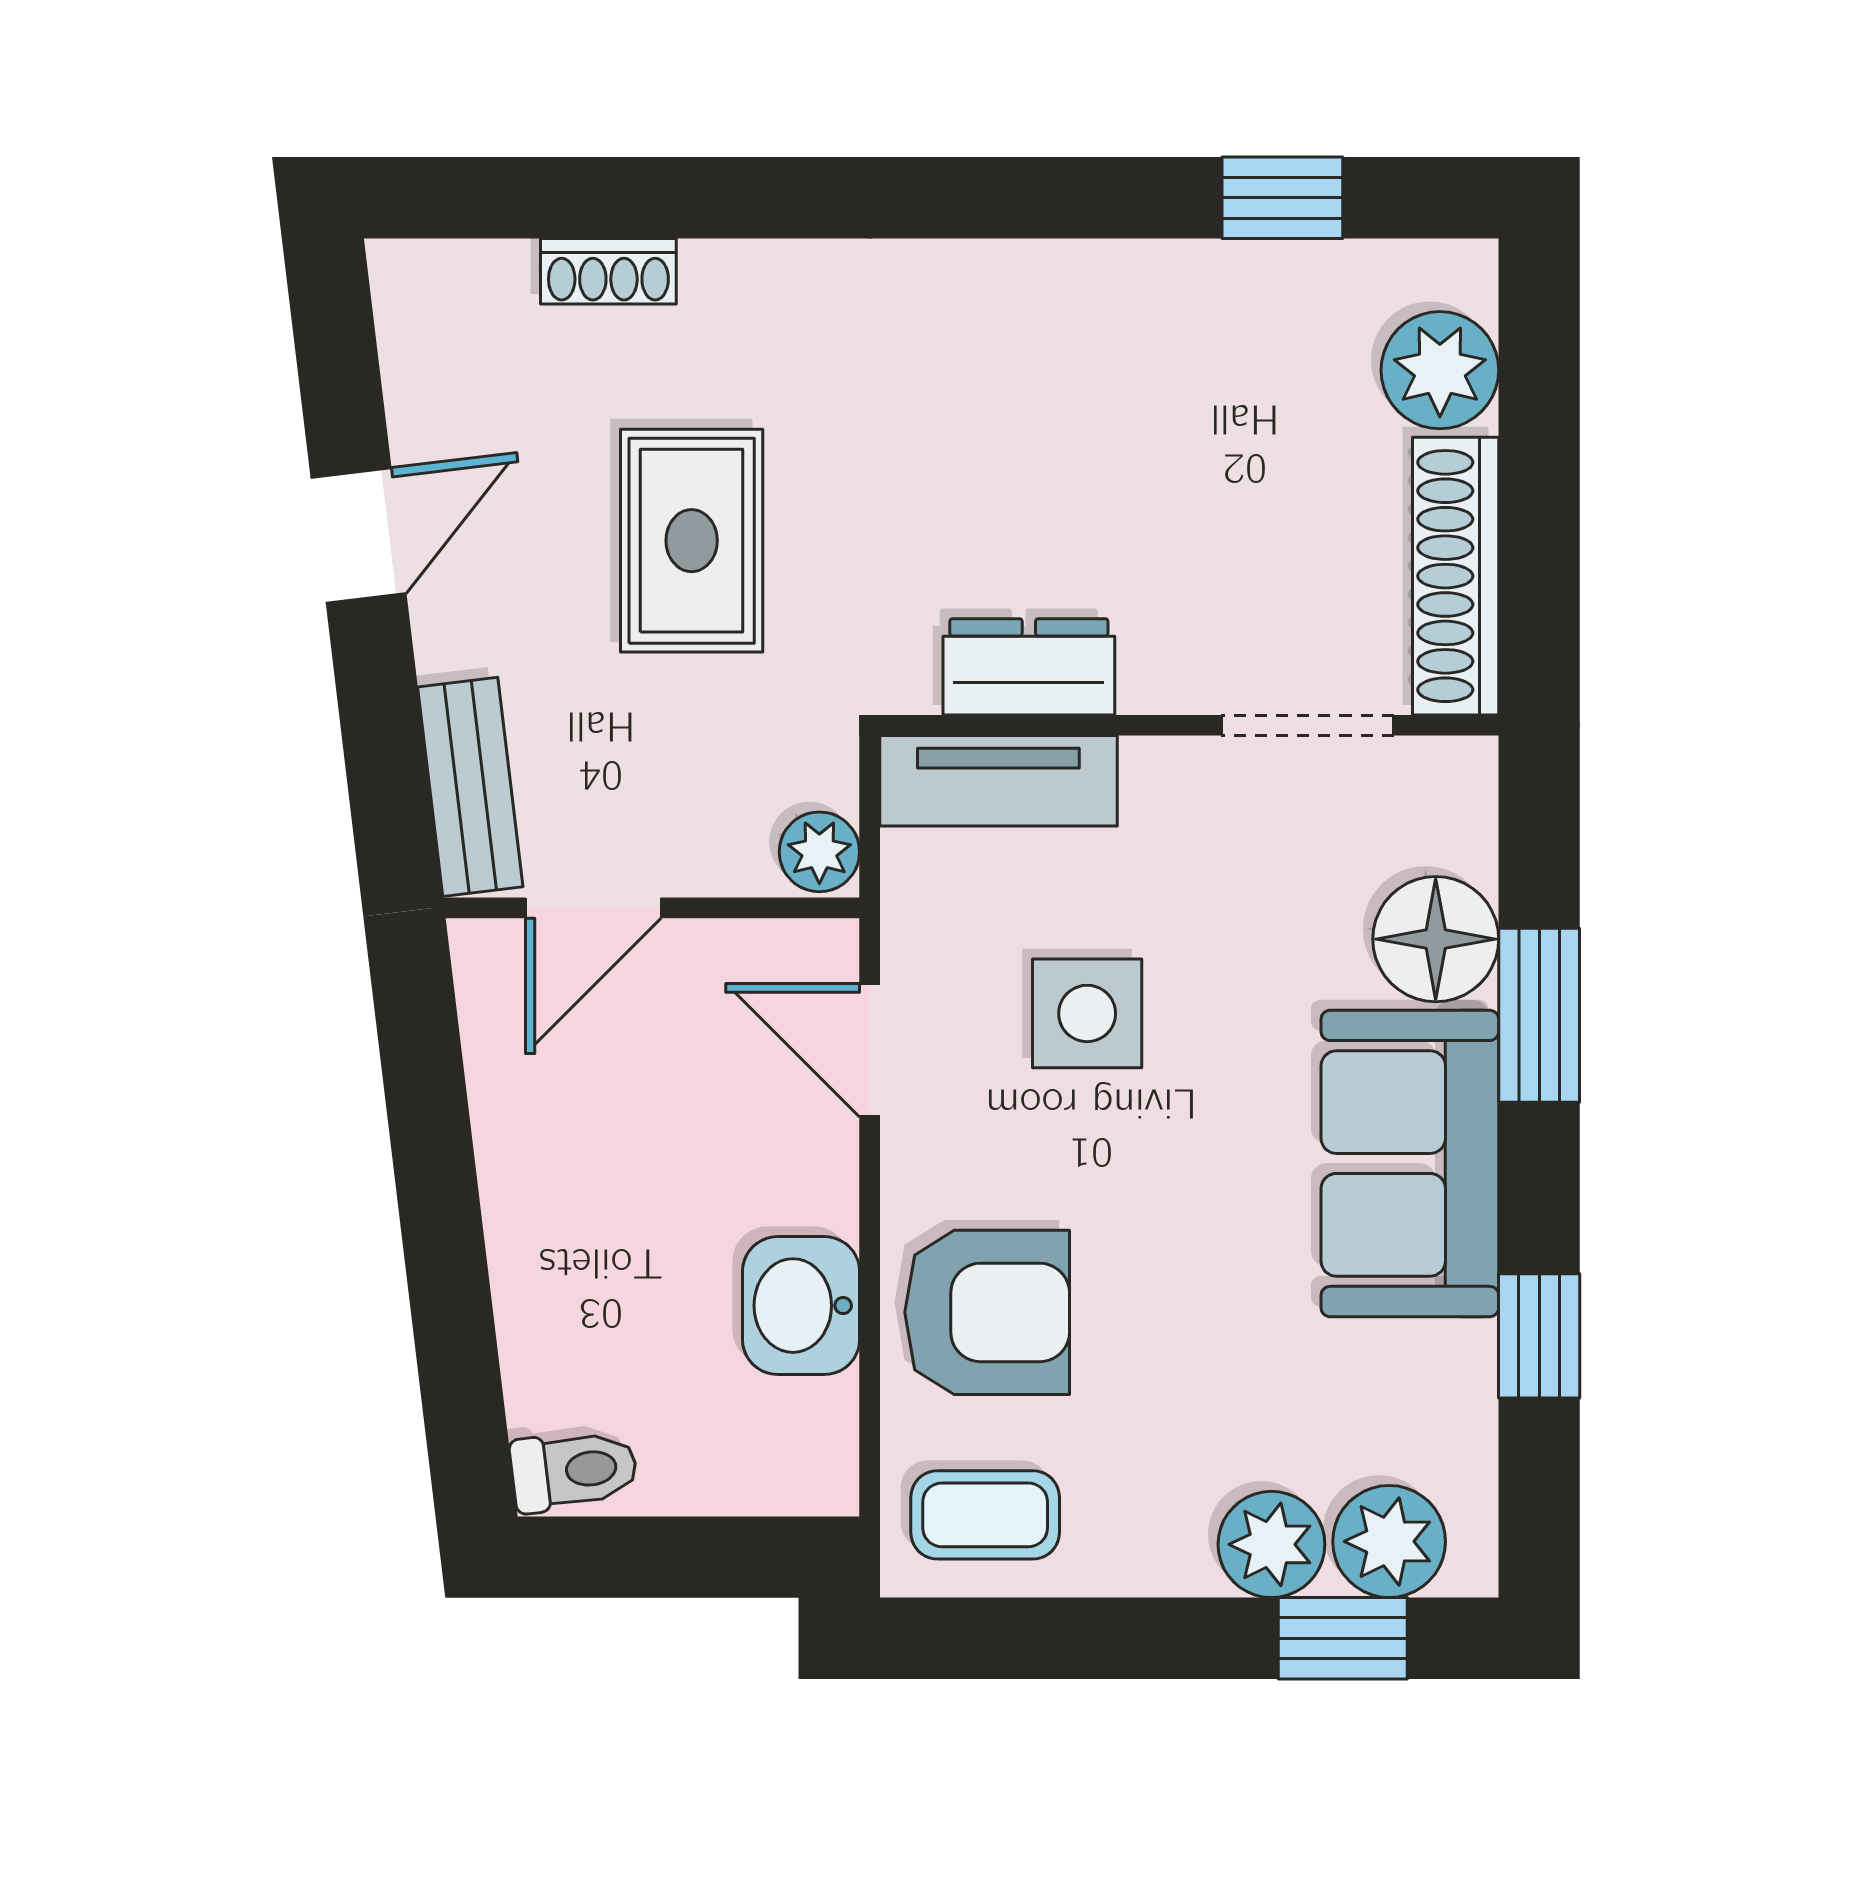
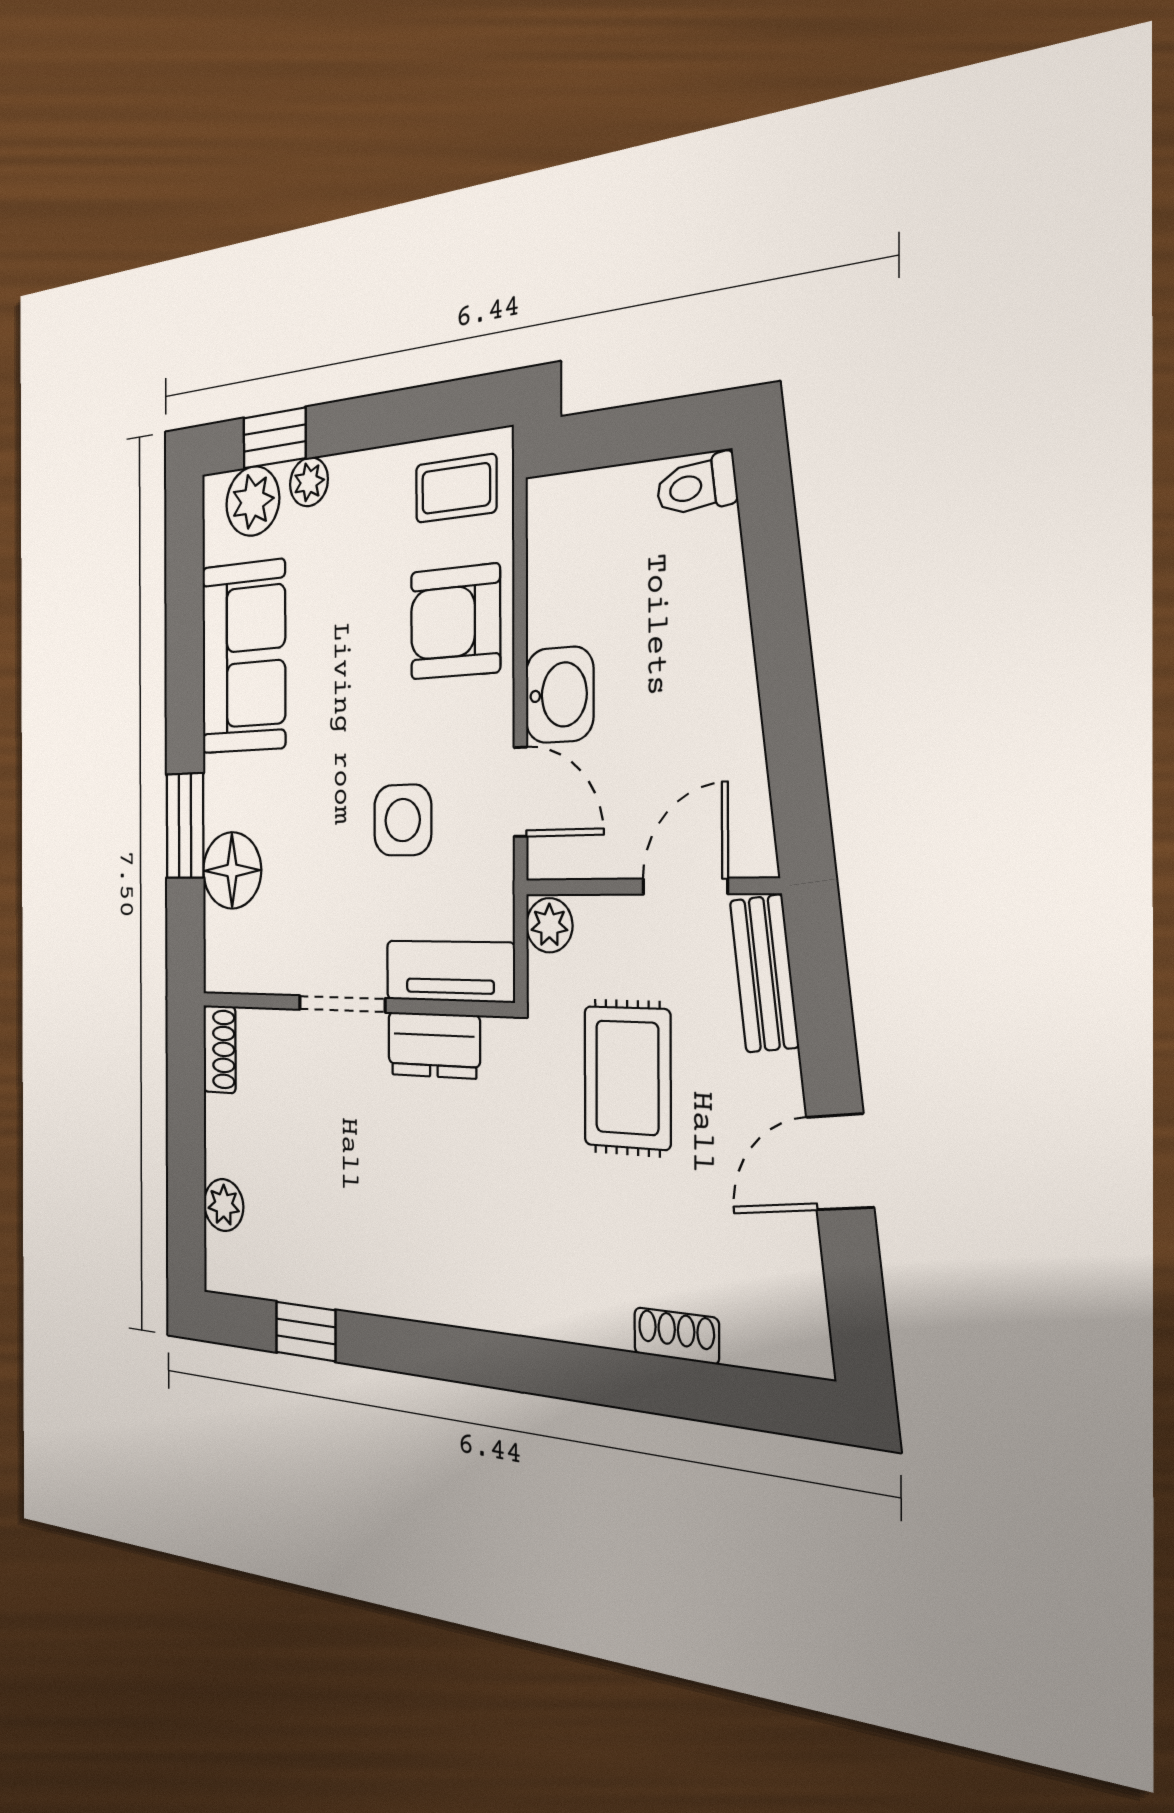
plant: (1440, 370) -> (224, 1205), width x0.73, depth x0.73
rug: (692, 541) -> (627, 1078), moved
shoe rack: (1456, 576) -> (220, 1049), width x0.51, depth x0.81
doorway: (1308, 725) -> (342, 1004), moved
sofa: (1410, 1163) -> (243, 657), moved
washbasin: (801, 1306) -> (559, 695), moved
window: (1539, 1336) -> (185, 634), removed
plant: (1271, 1544) -> (309, 482), width x0.73, depth x0.73

